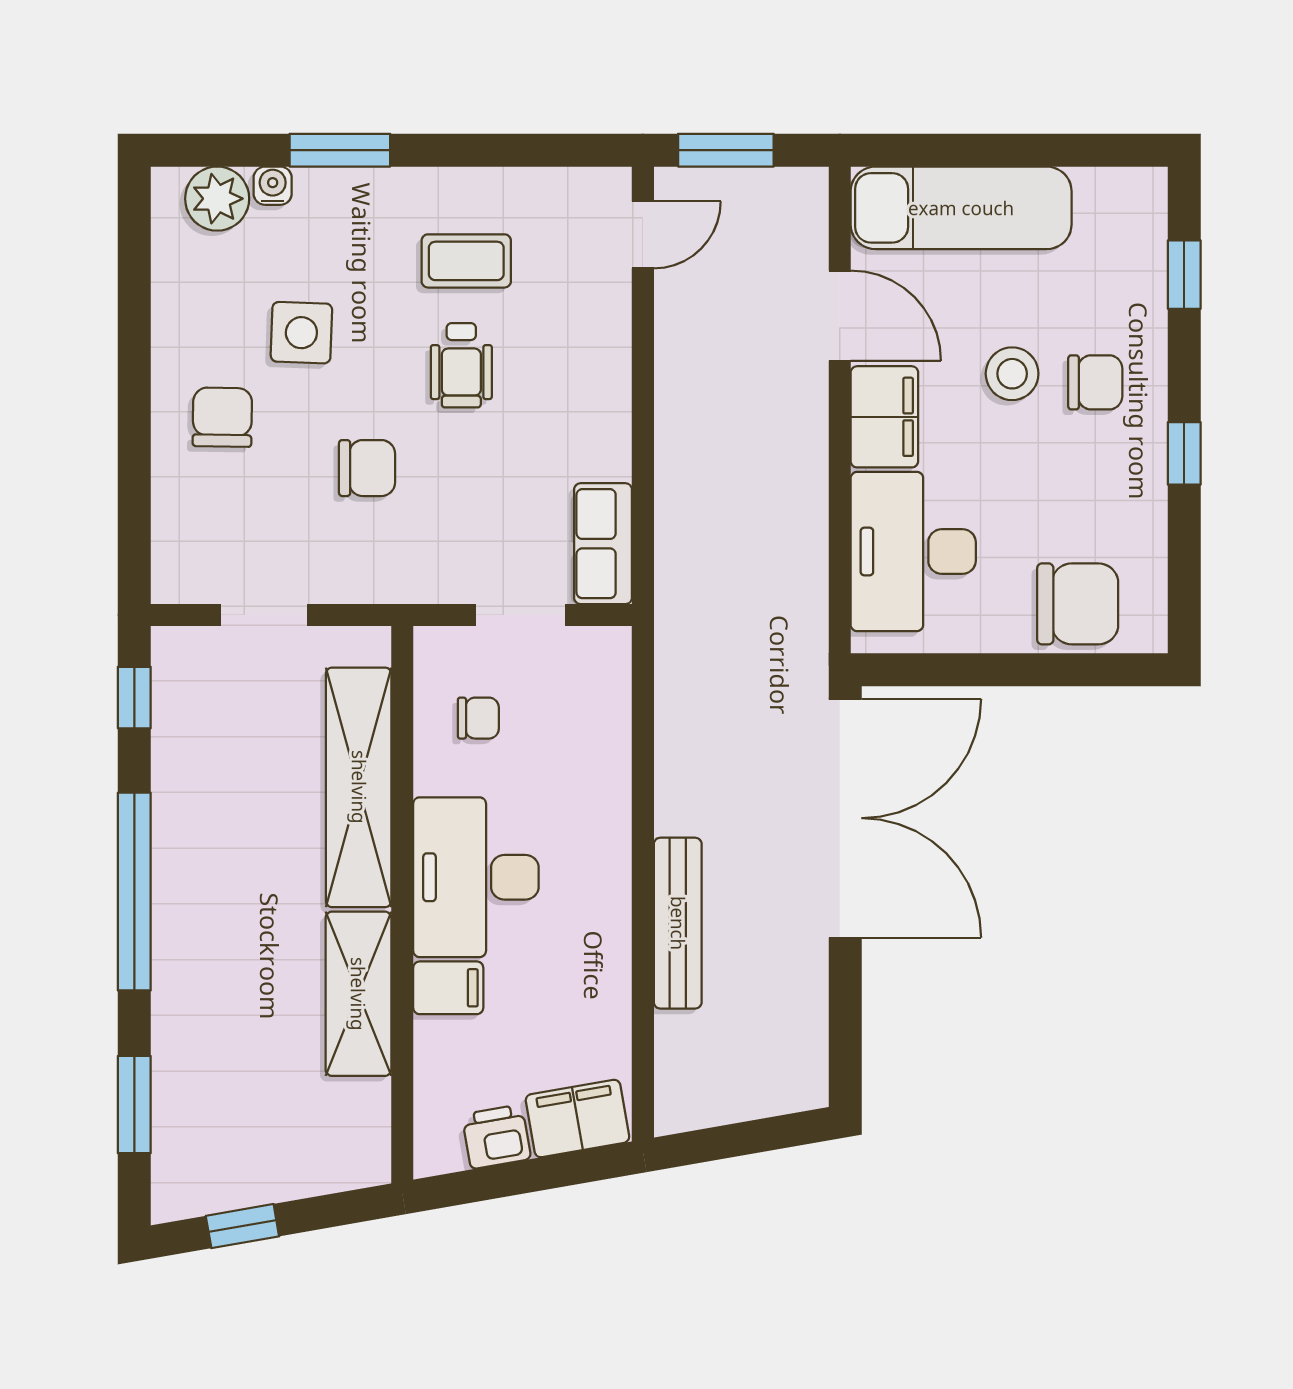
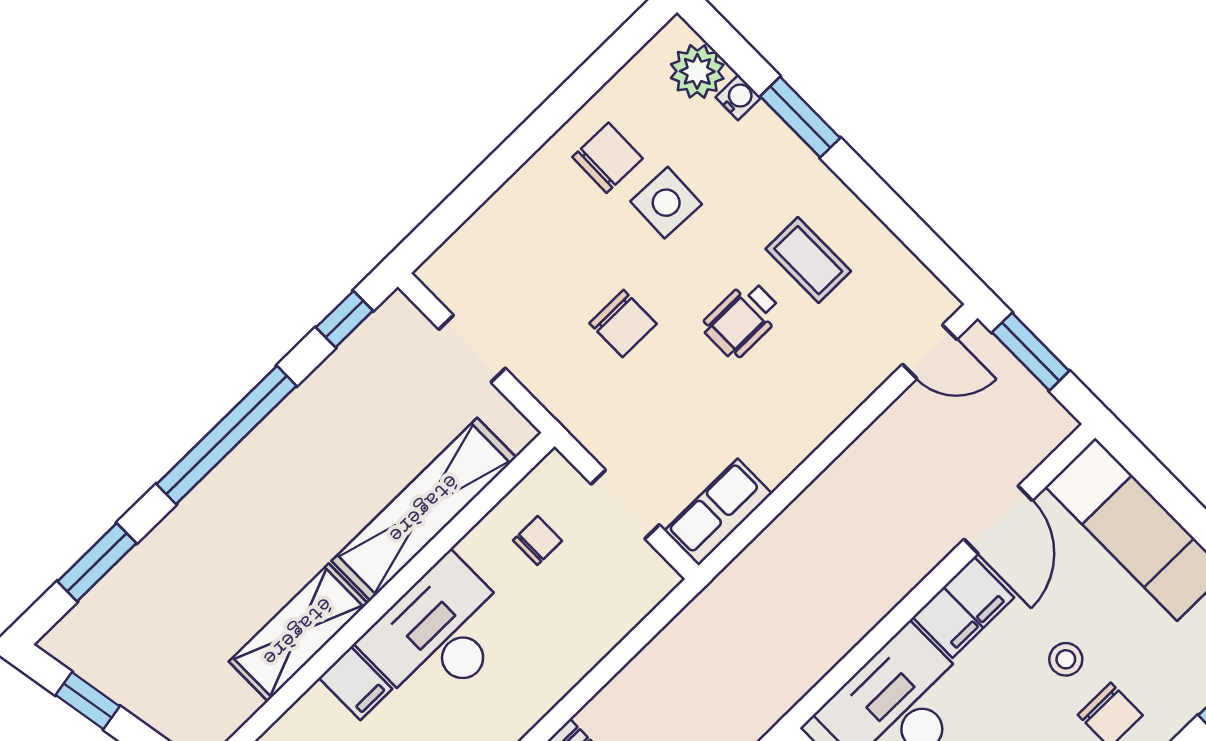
stool: (1012, 374) -> (1066, 659), width x0.73, depth x0.73
chair: (222, 417) -> (608, 158), moved
chair: (478, 718) -> (538, 541), turned -90

